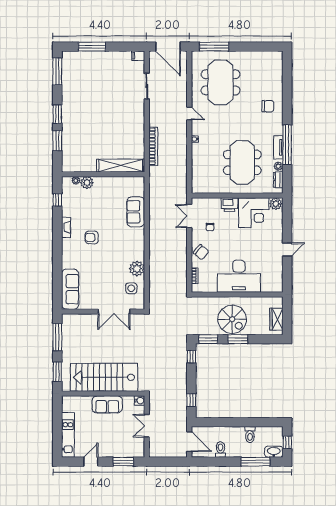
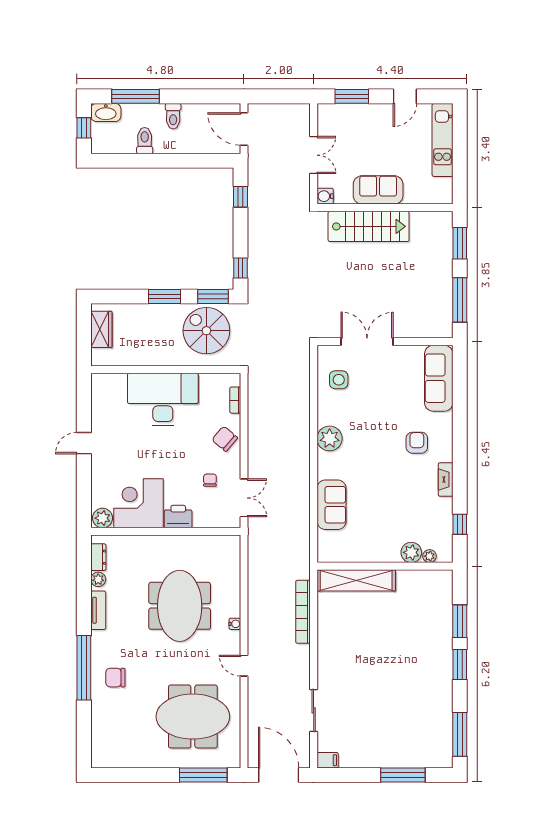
meeting table: (220, 82) -> (193, 717), turned 90
window: (287, 145) -> (84, 668), moved
meeting table: (242, 162) -> (180, 606), moved
armchair: (92, 237) -> (417, 443), moved, turned -90
plant: (137, 269) -> (330, 438), moved
spiral stairs: (232, 319) -> (206, 331), moved
stairs: (104, 377) -> (369, 226), width x0.73, depth x0.66
toilet: (221, 449) -> (173, 116), moved

